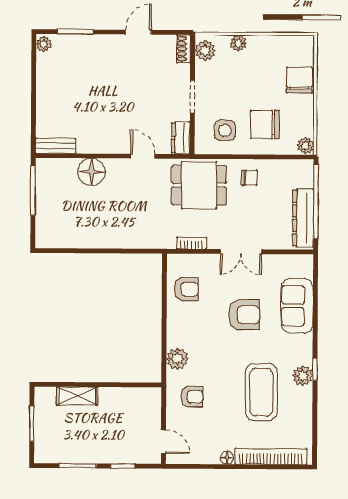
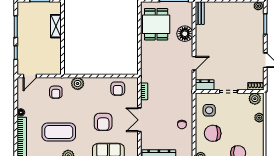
chair: (265, 124) -> (213, 133), turned -90
dining table: (199, 185) -> (156, 24), moved

